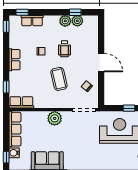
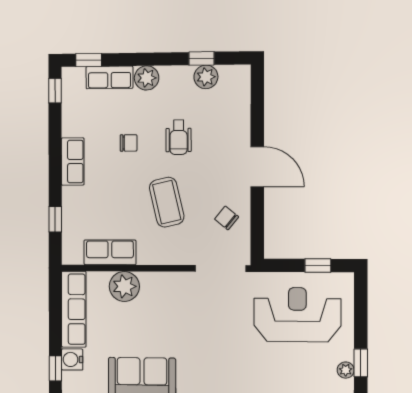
plant: (65, 21) -> (147, 78), moved
row of seats: (21, 102) -> (110, 252), moved
plant: (55, 118) -> (124, 286), moved

